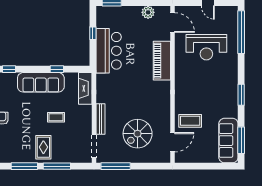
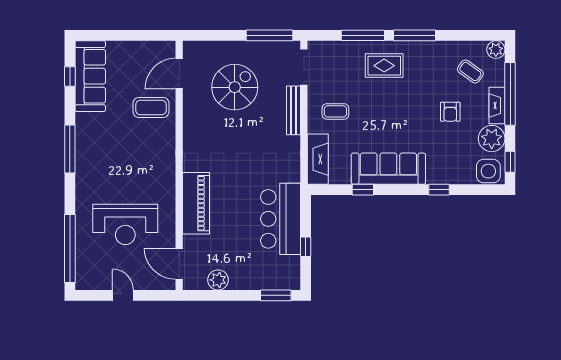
reception desk: (206, 47) -> (125, 224), turned 180
window: (241, 95) -> (70, 149), width x1.44
coffee table: (56, 117) -> (335, 111), moved
window: (241, 140) -> (70, 77), width x0.46
rug: (43, 147) -> (384, 66), turned 90

